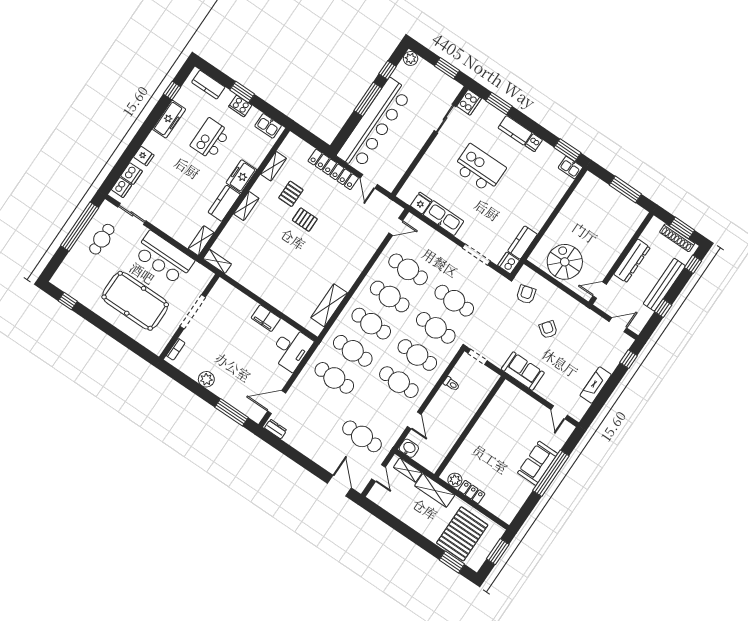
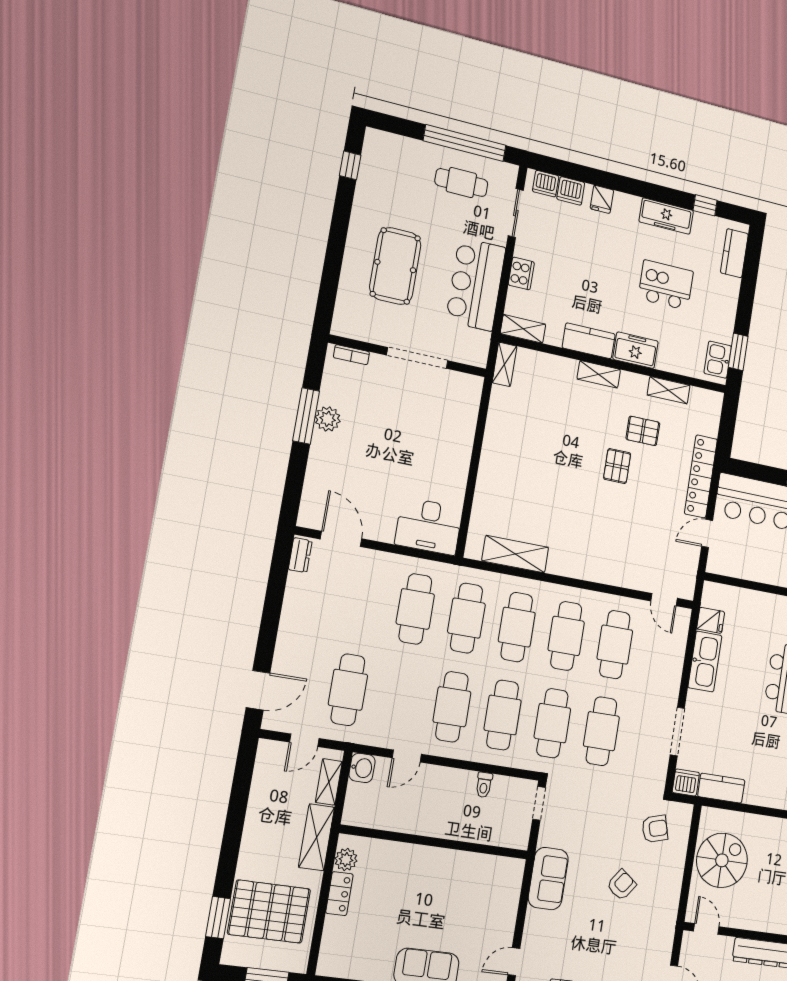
window: (242, 92) -> (738, 352), moved
cooker: (240, 106) -> (521, 273), moved, turned 180
pool table: (135, 301) -> (395, 266), width x0.73, depth x0.76
filing cabinet: (266, 318) -> (456, 470), removed
window: (231, 412) -> (306, 416), moved

